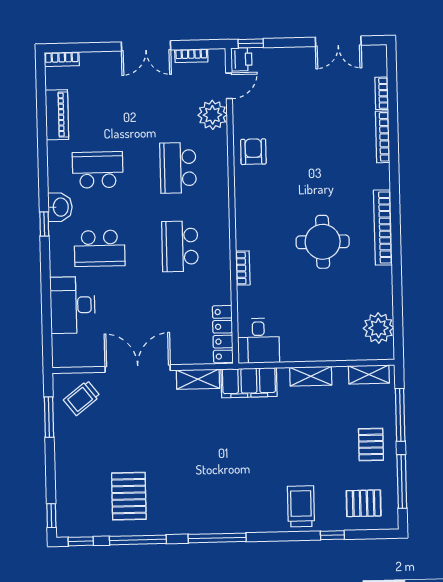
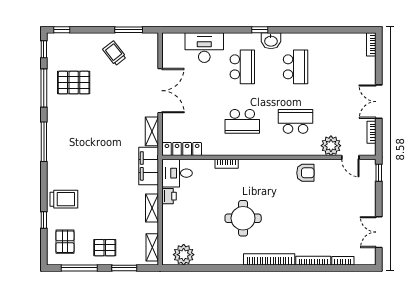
printer: (241, 59) -> (169, 196), moved, turned -90
piano: (57, 115) -> (334, 40), removed
bookcase: (383, 227) -> (269, 259), moved
school desk: (180, 246) -> (242, 121), turned 180
school desk: (100, 248) -> (242, 67), turned 180
trolley: (82, 398) -> (114, 53), moved
window: (400, 415) -> (124, 268), width x0.69

